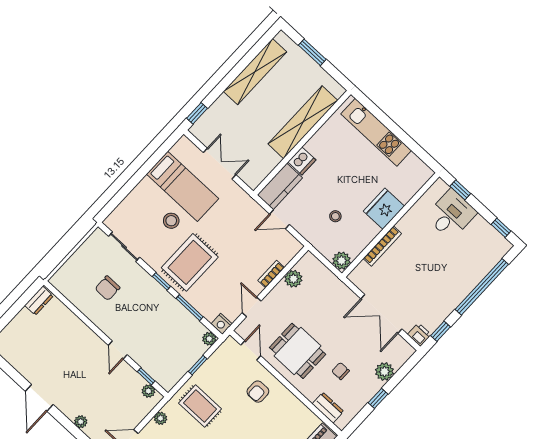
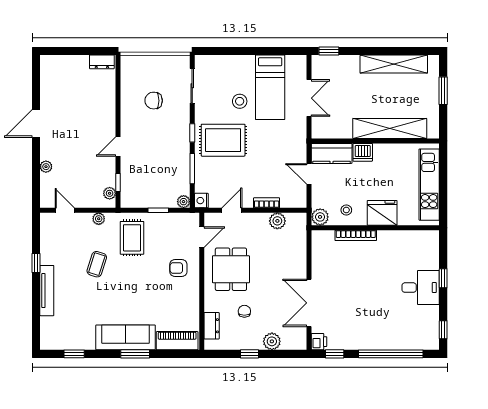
fridge: (384, 209) -> (382, 213), moved
wall: (391, 225) -> (375, 228), moved
bookcase: (382, 246) -> (356, 235), moved
plant: (342, 261) -> (320, 217), moved

